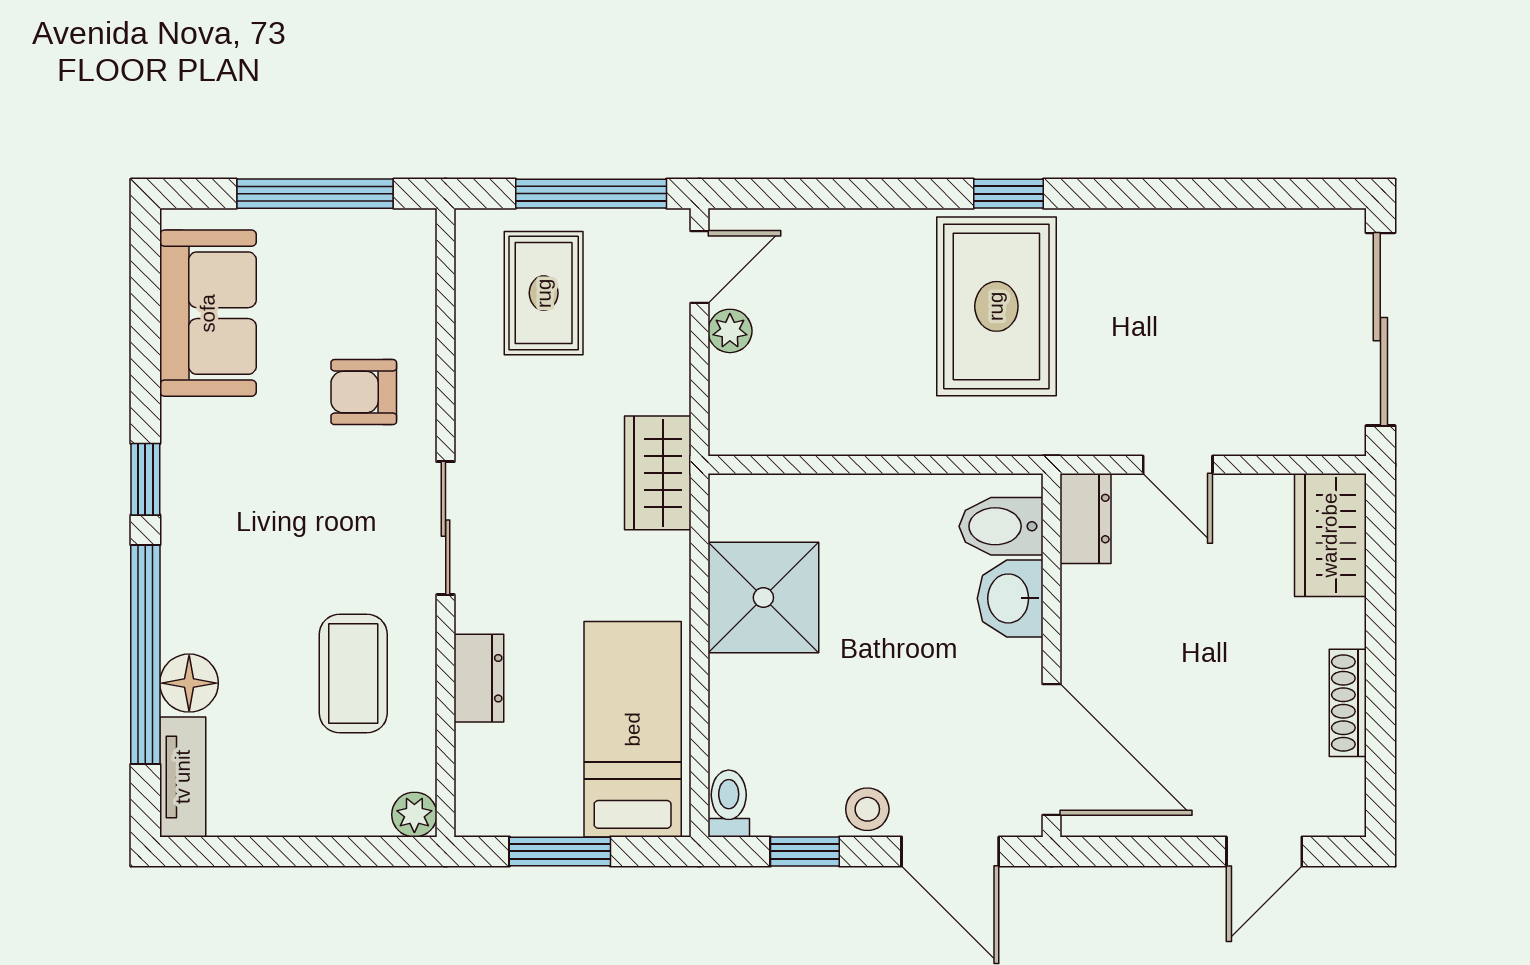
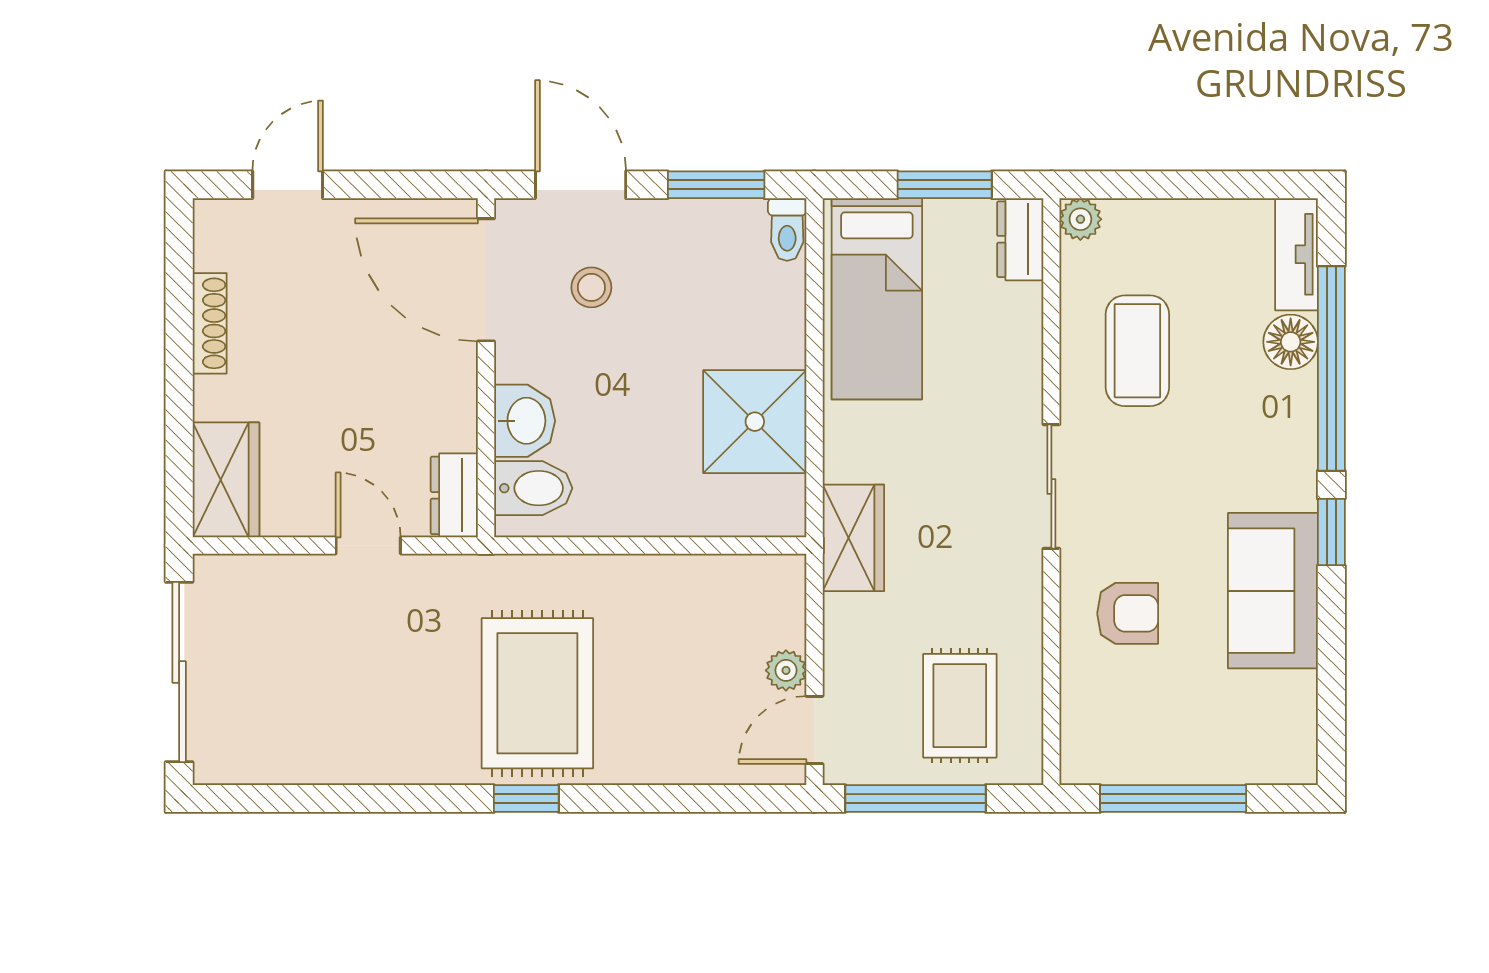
sofa: (208, 313) -> (1273, 591), moved
dresser: (479, 678) -> (1020, 239), moved
stool: (867, 809) -> (591, 287), moved
window: (805, 851) -> (716, 185), width x1.50

